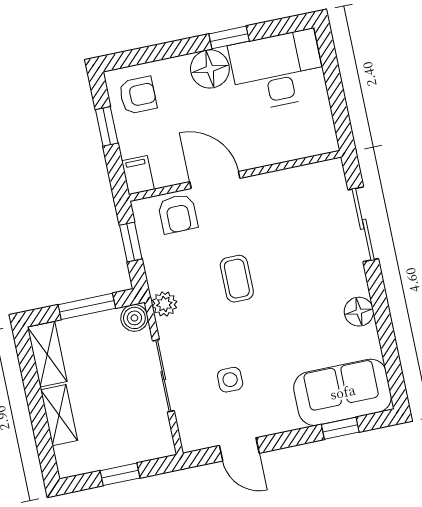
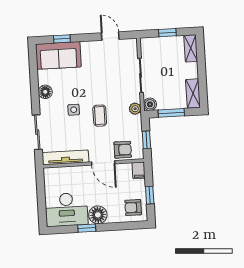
tv unit: (296, 180) -> (65, 157), added
armchair: (178, 214) -> (123, 150), turned 90
side table: (230, 380) -> (74, 110), moved
shelving: (59, 415) -> (191, 48), moved

